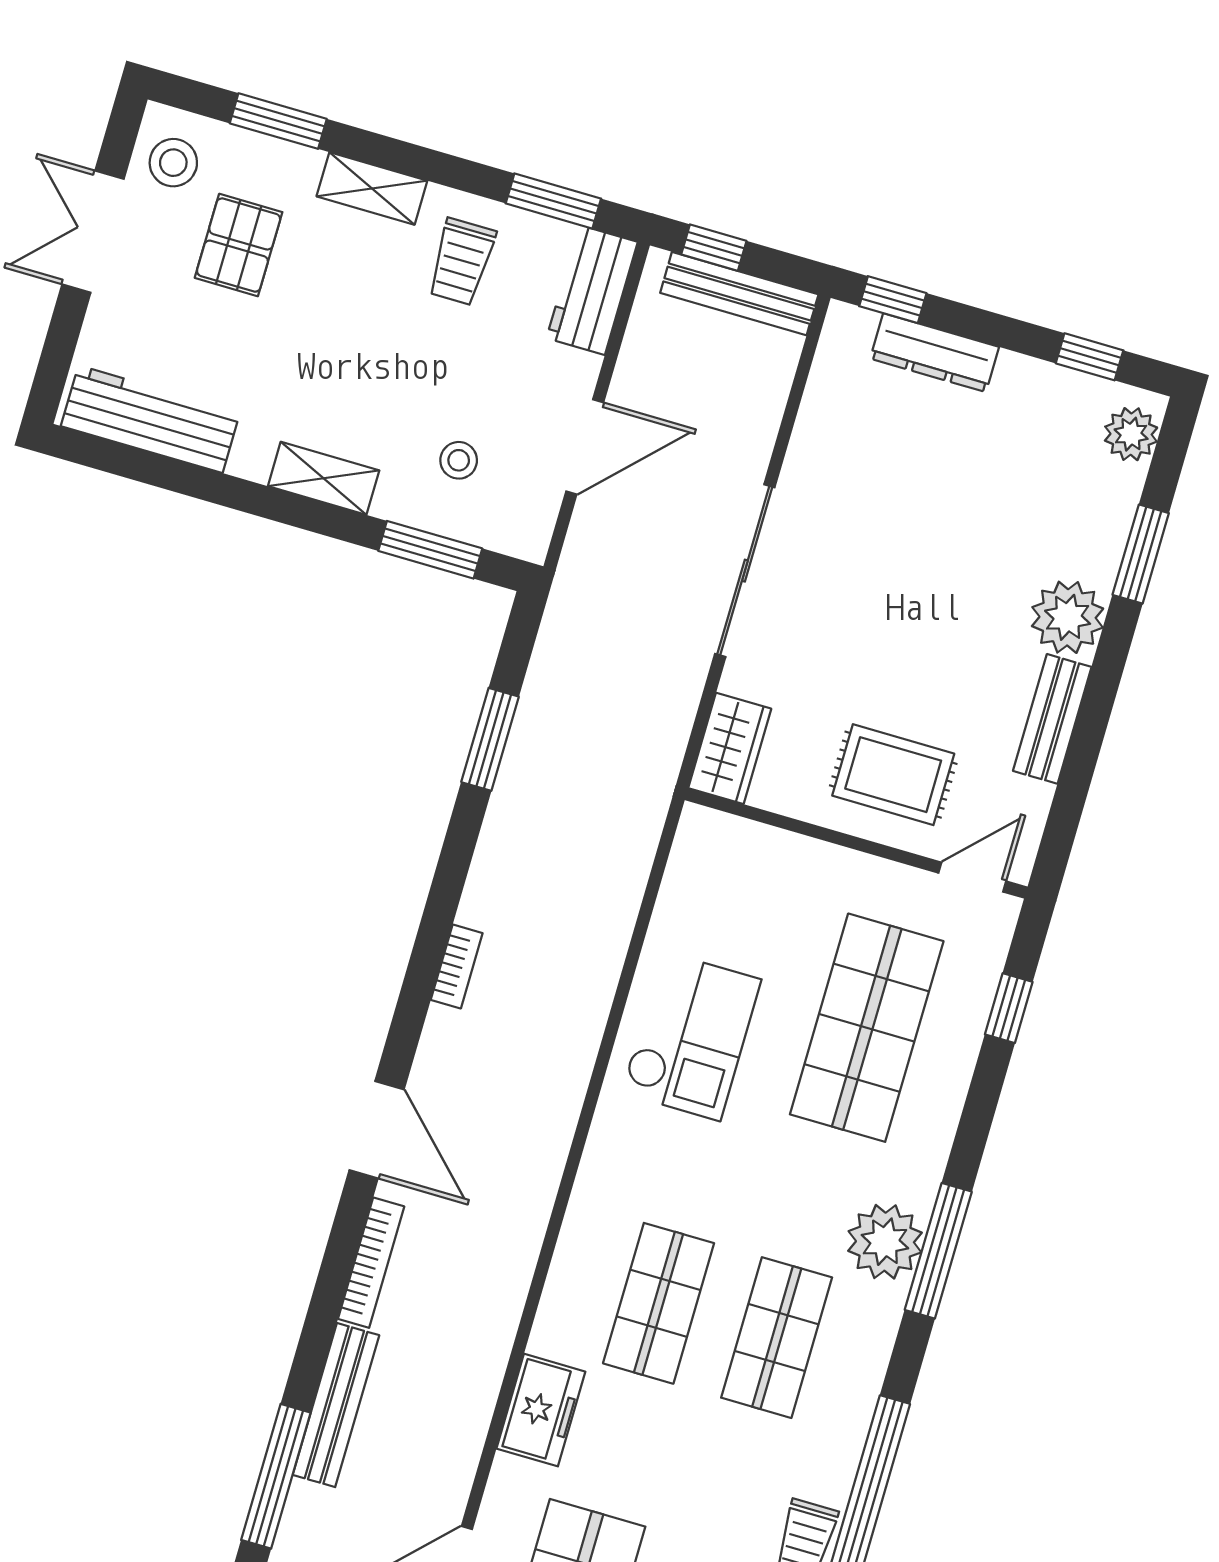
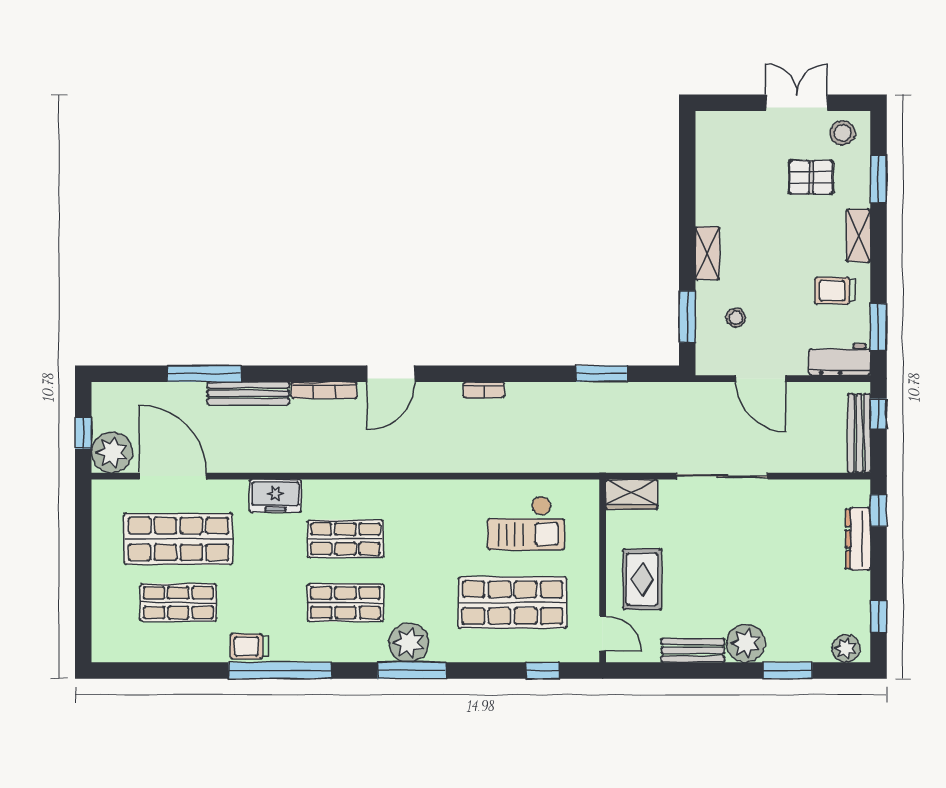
workbench: (150, 419) -> (712, 159), removed
checkout: (691, 1036) -> (526, 523), moved

